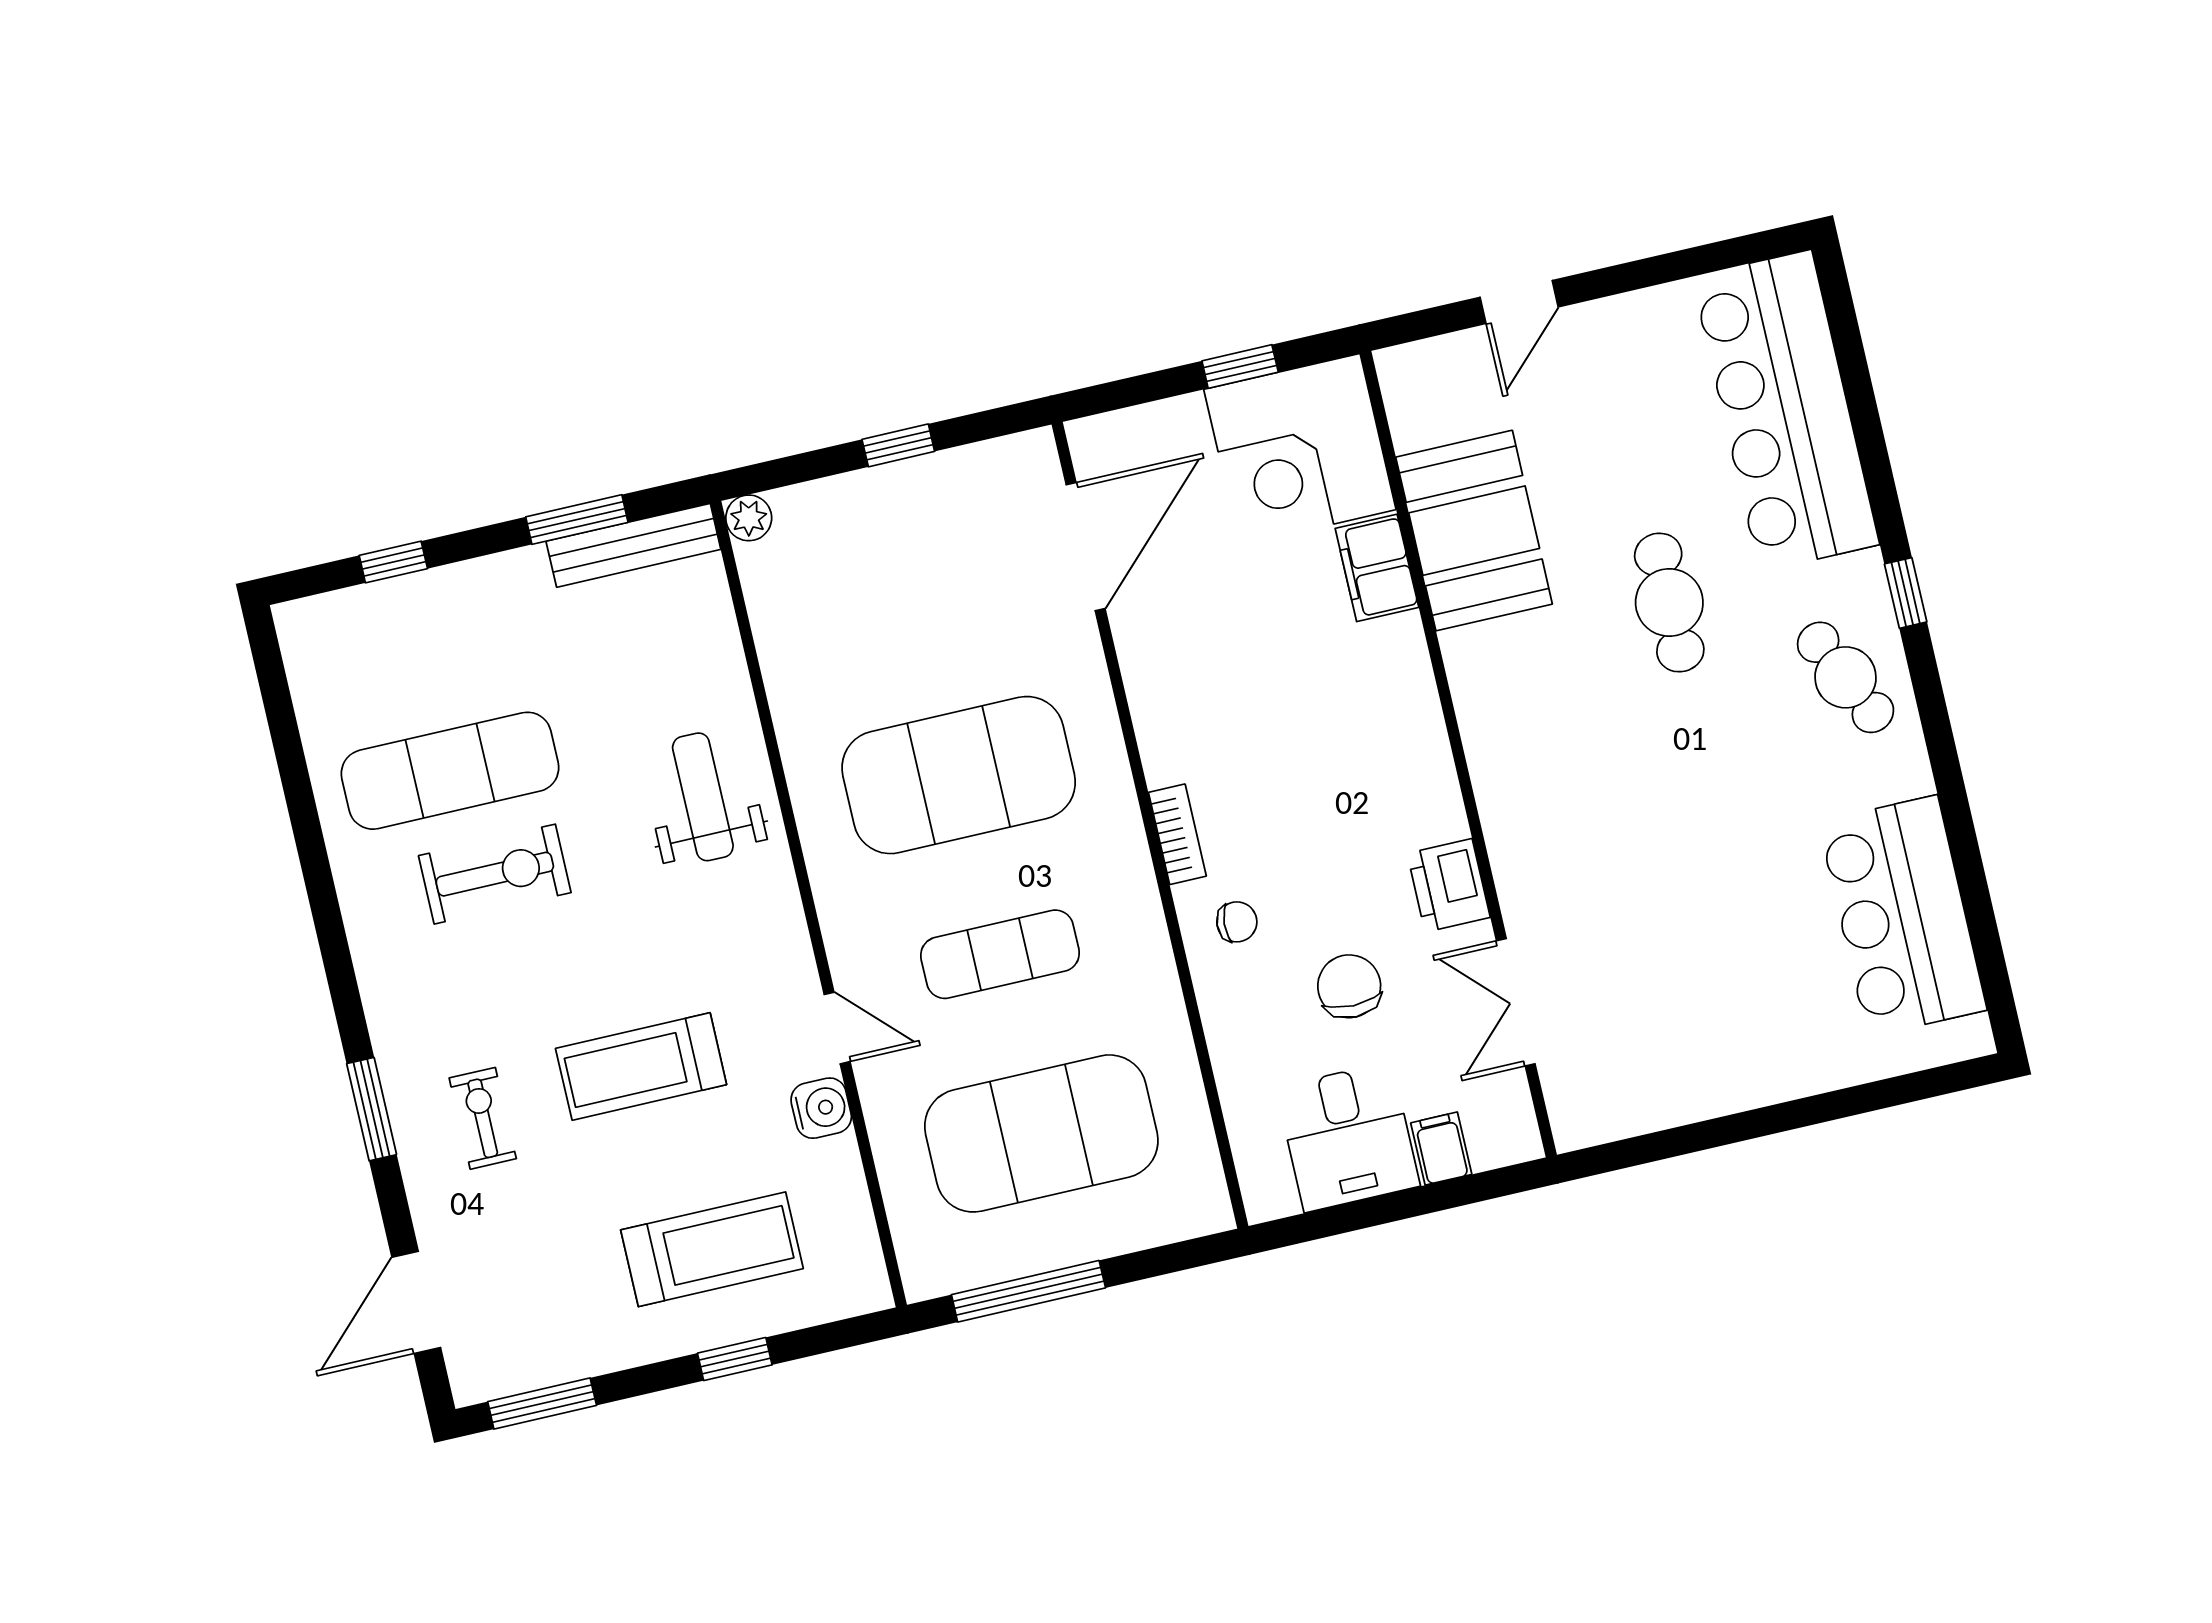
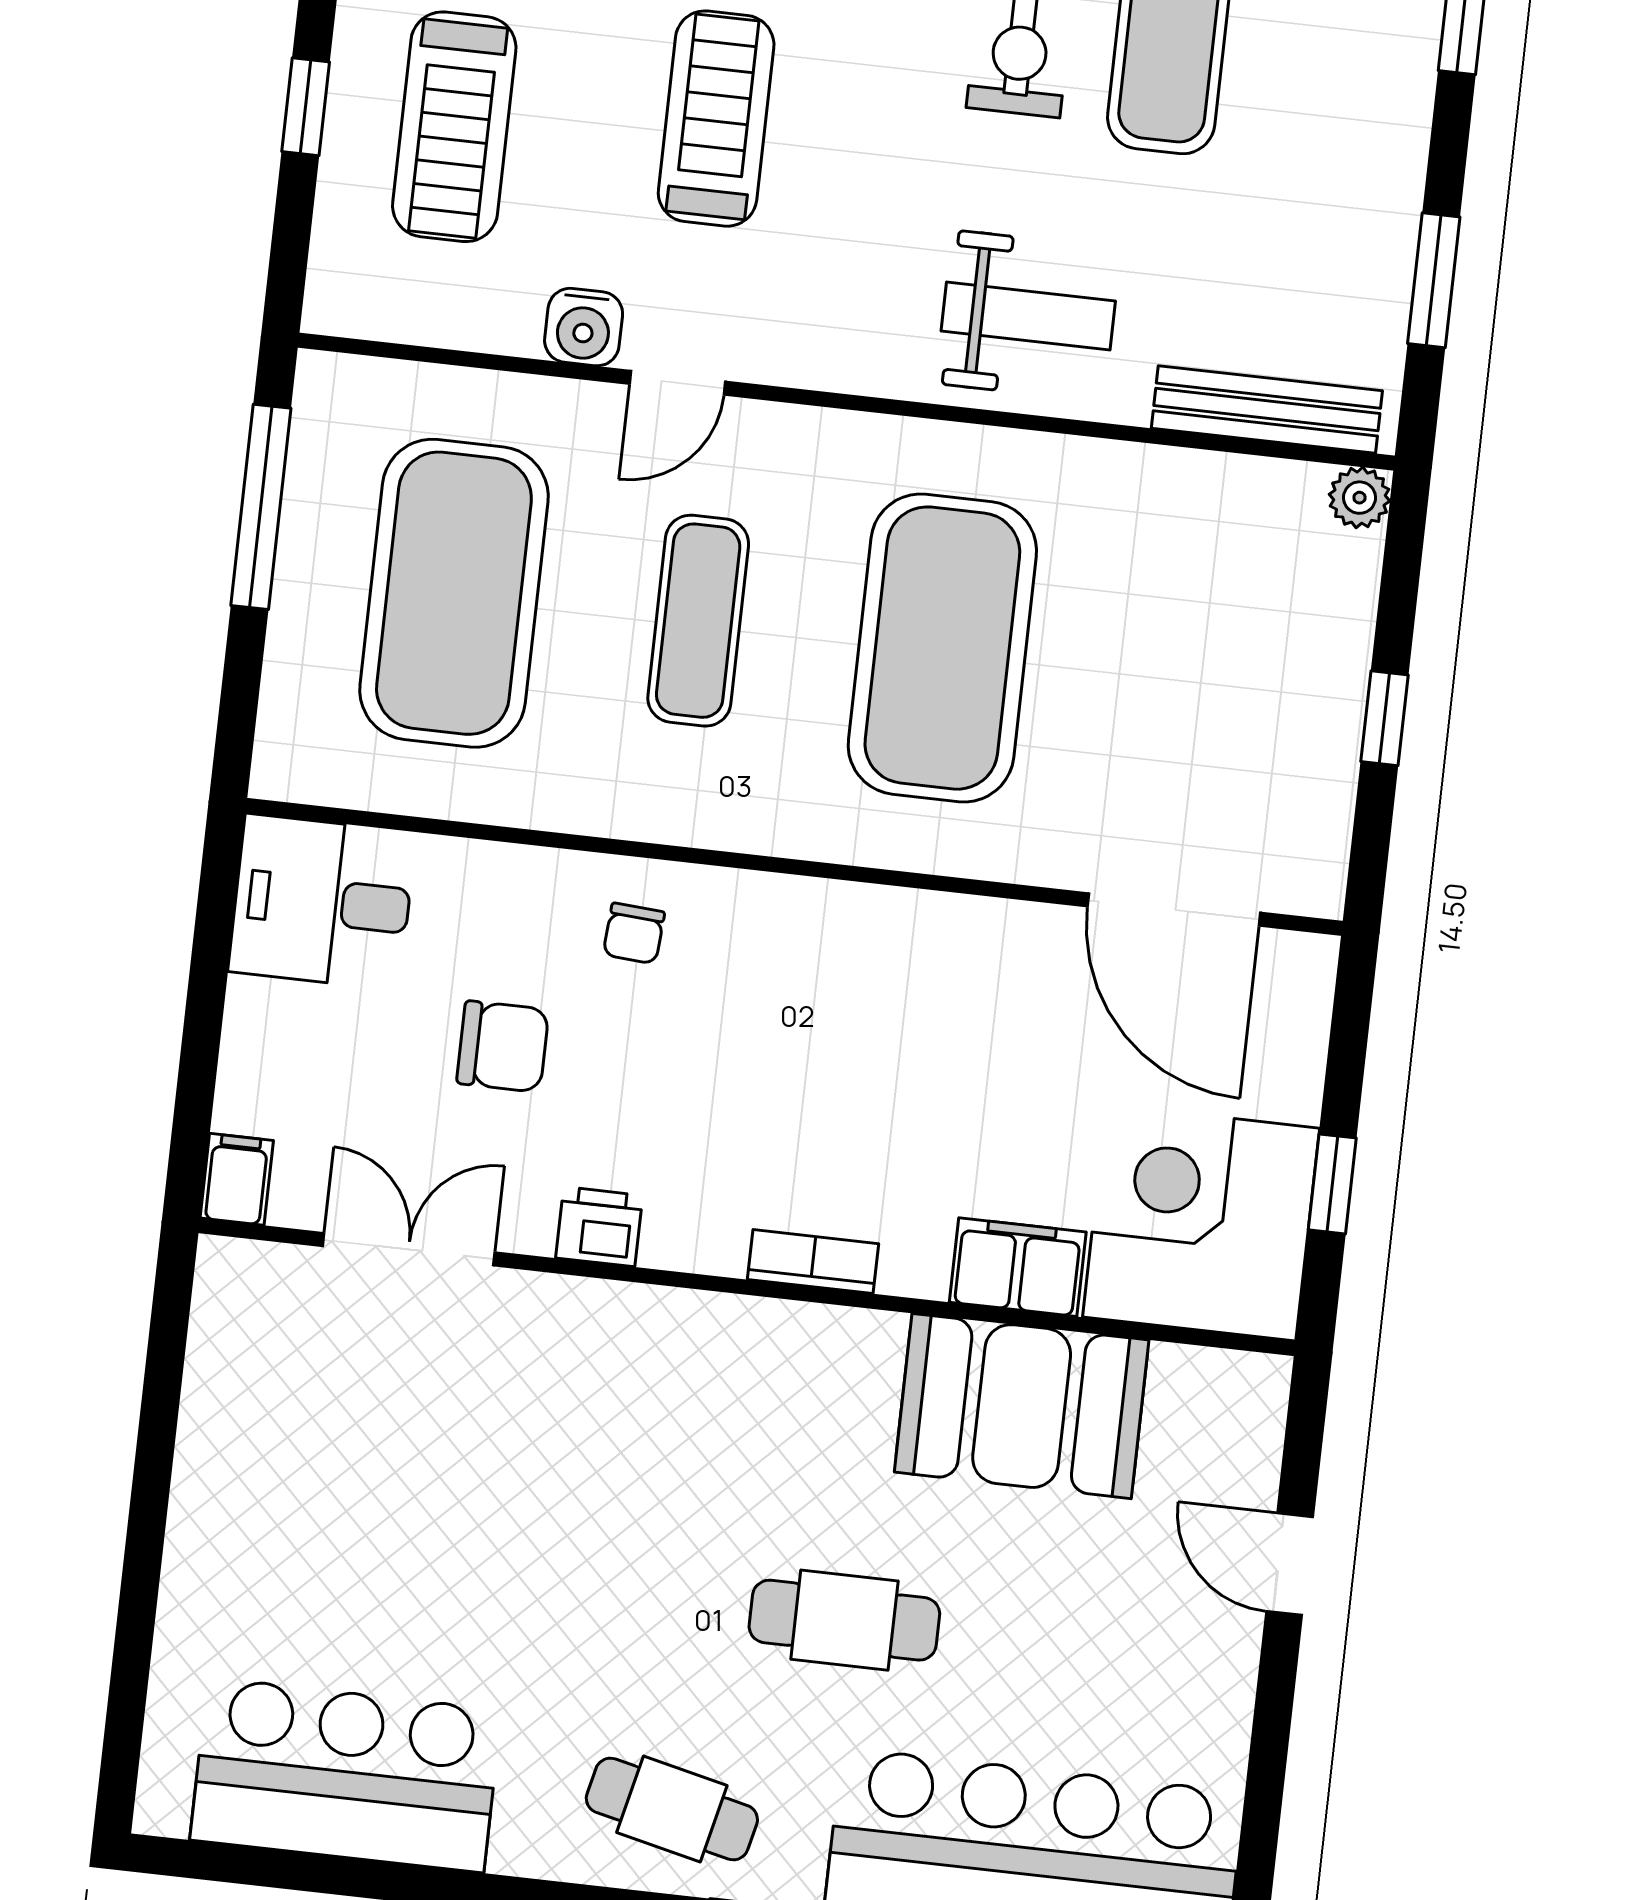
bench: (633, 545) -> (1267, 409), moved, turned 90
cafe table: (1846, 677) -> (672, 1809), turned 38
bookcase: (1177, 834) -> (813, 1262), moved, turned 180
printer: (1449, 885) -> (599, 1227), width x0.73, depth x0.81
desk: (1348, 1137) -> (322, 902), moved
filing cabinet: (1441, 1149) -> (237, 1179), moved, turned -90

